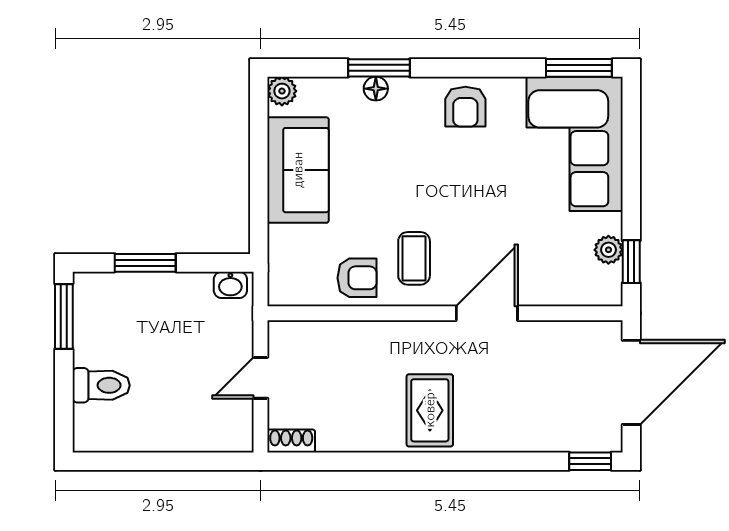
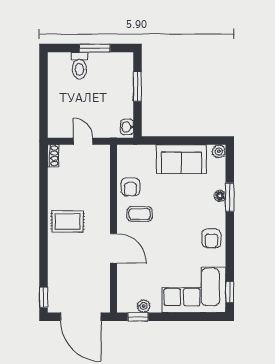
window: (579, 68) -> (230, 292), width x0.67
armchair: (465, 107) -> (211, 238), turned -90
window: (64, 316) -> (95, 48), moved

